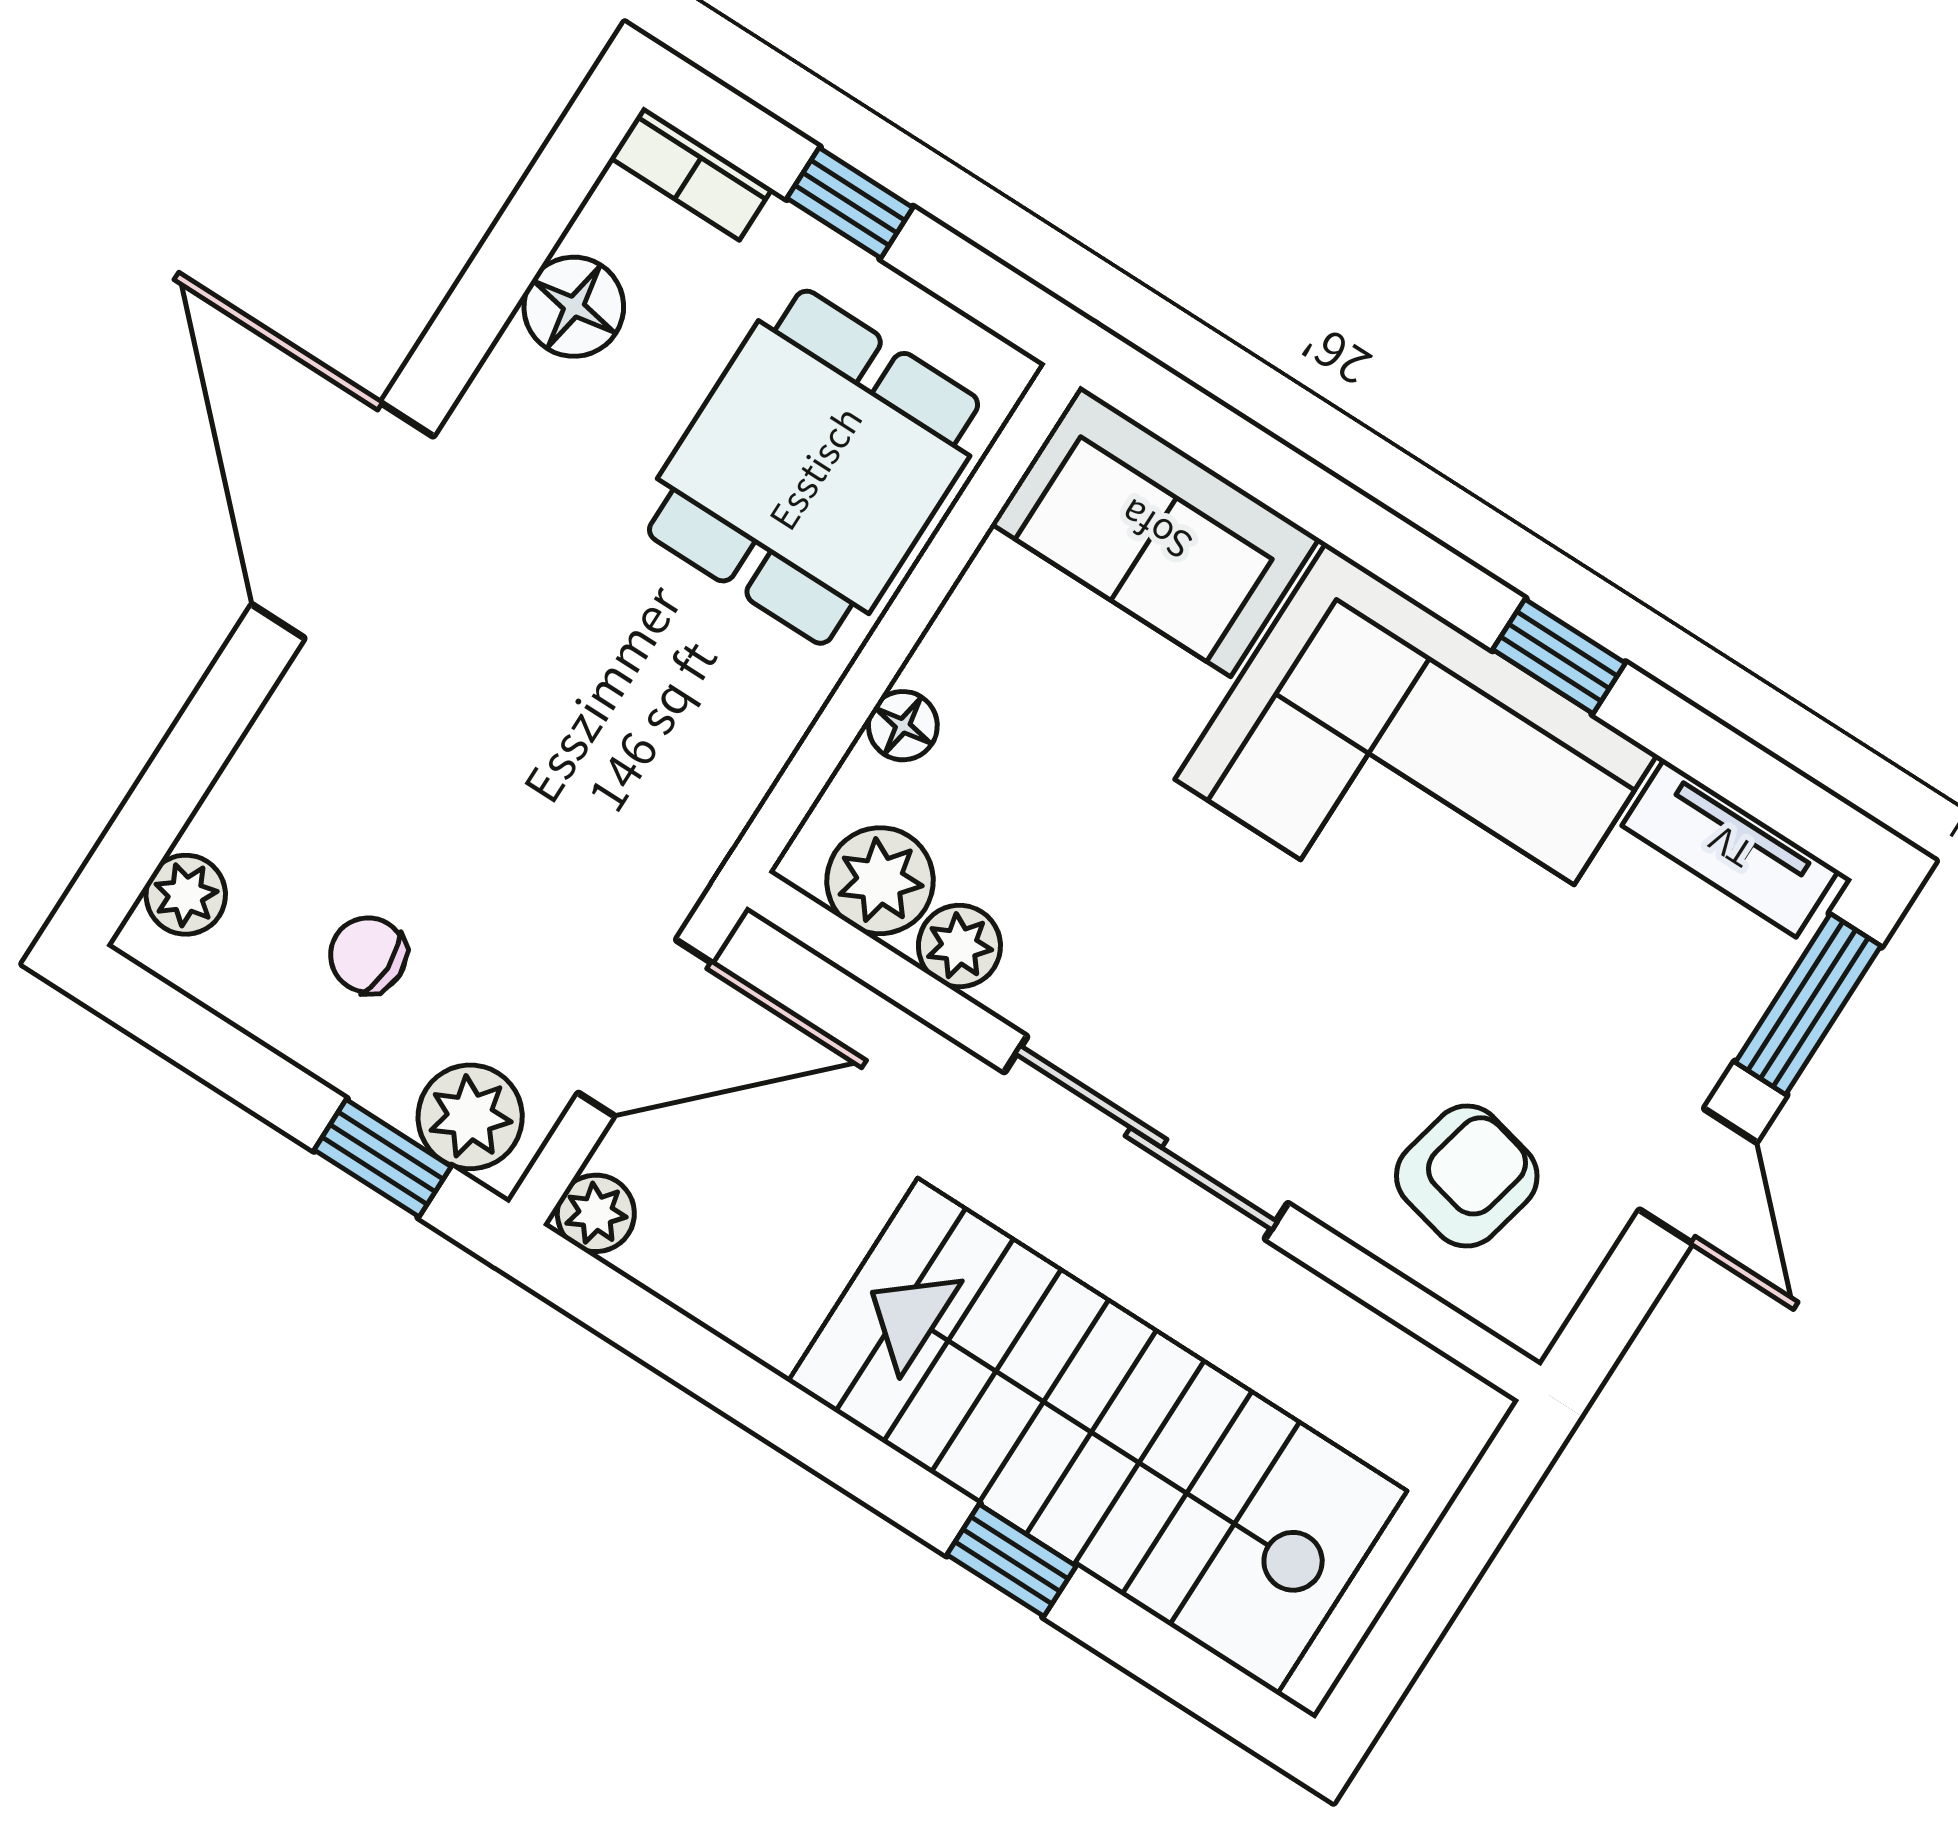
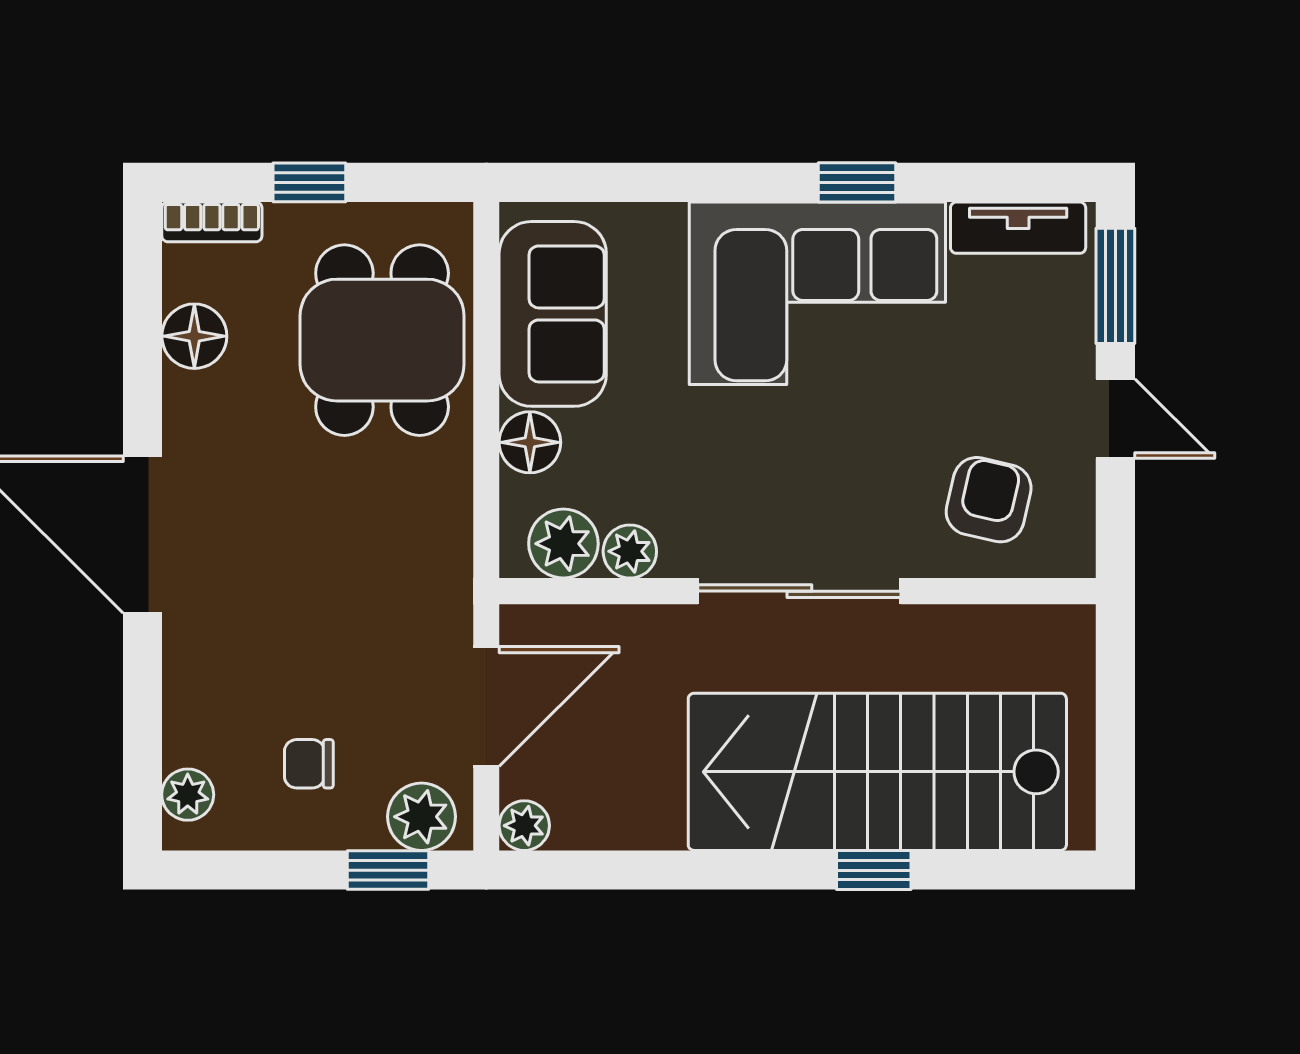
sofa: (1155, 531) -> (553, 314), moved, turned -90
floor lamp: (903, 726) -> (530, 442), width x1.37, depth x1.37

